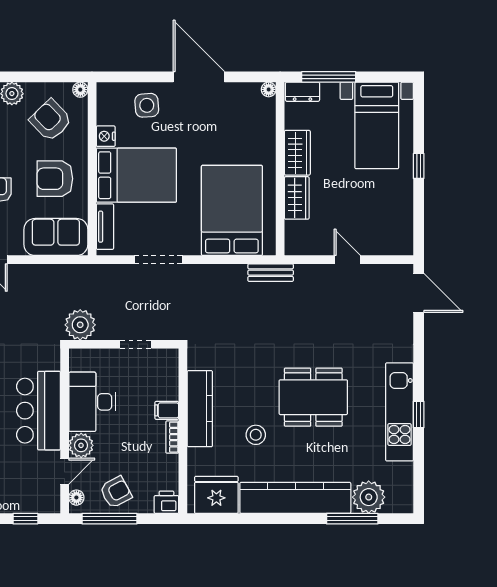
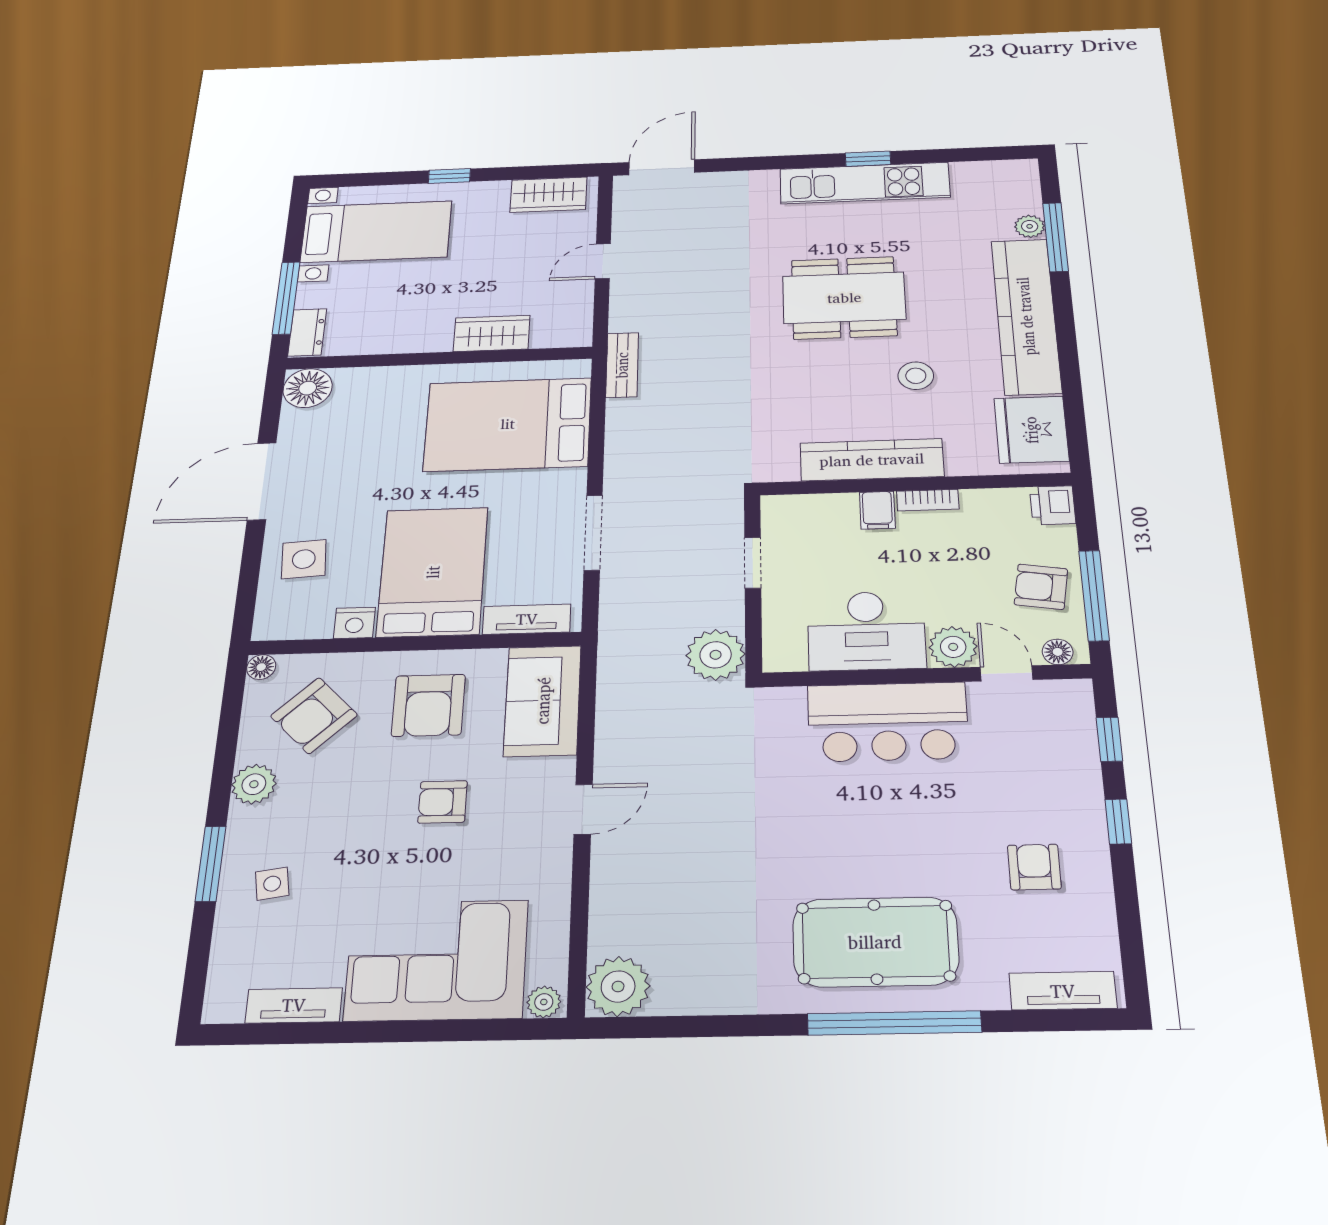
floor lamp: (269, 89) -> (308, 388), width x1.89, depth x1.89
wardrobe: (297, 153) -> (549, 195), moved, turned 180
dining table: (313, 397) -> (844, 298), turned 90
armchair: (116, 492) -> (1041, 587), turned -53
plant: (369, 497) -> (1030, 226), width x0.53, depth x0.53

